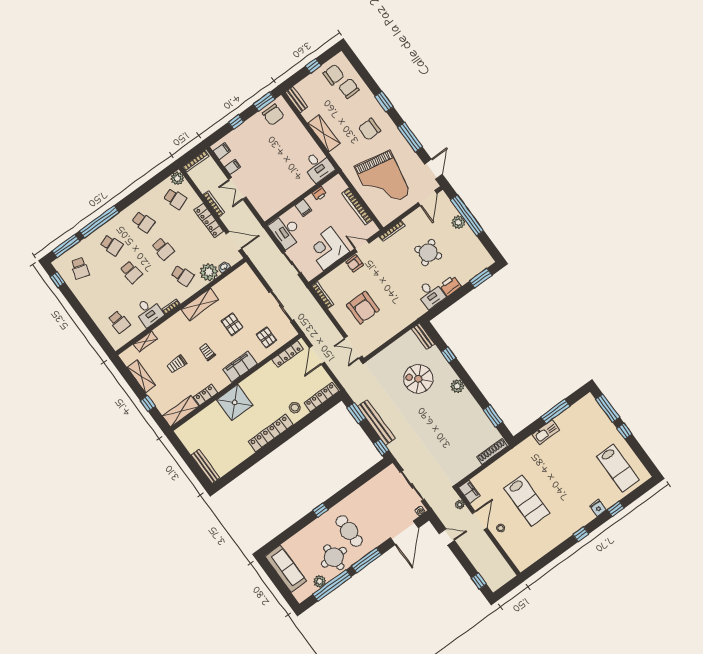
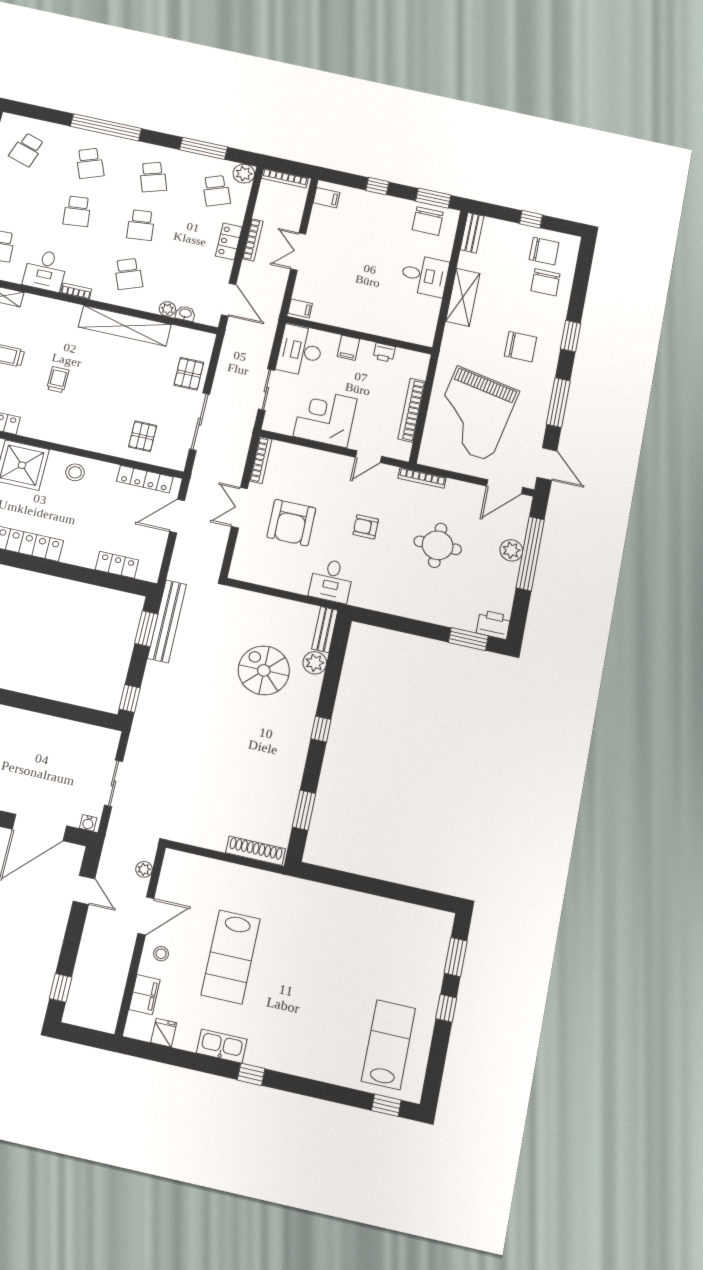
chair: (349, 88) -> (545, 282), turned 180
chair: (370, 129) -> (520, 347), turned 180
desk: (318, 166) -> (425, 275), moved, turned -90
filing cabinet: (233, 167) -> (300, 308), moved
door: (433, 169) -> (547, 464), hinge flipped
locker: (209, 221) -> (229, 241), width x0.66
window: (66, 246) -> (204, 148), moved
door: (362, 246) -> (369, 457), swing flipped
round table: (428, 253) -> (438, 545), turned 36
armchair: (355, 263) -> (366, 527), moved
plant: (209, 272) -> (167, 309), width x0.53, depth x0.53
printer: (450, 286) -> (493, 625), moved
desk: (431, 294) -> (331, 580), moved
shelving: (200, 304) -> (125, 326), width x1.47
pallet: (232, 324) -> (189, 374), moved
double door: (353, 347) -> (239, 508), moved
window: (448, 355) -> (321, 729), moved
filing cabinet: (240, 367) -> (75, 434), removed
plant: (457, 386) -> (315, 663), moved
locker: (321, 397) -> (117, 565), width x0.66
stool: (295, 408) -> (75, 472), moved
window: (608, 408) -> (456, 957), width x0.69
window: (555, 411) -> (386, 889), removed
bench: (376, 423) -> (167, 621), moved
kitchen sink: (546, 432) -> (222, 1046), moved, turned 180
lab bench: (618, 468) -> (388, 1045), turned 180
sliding door: (412, 486) -> (114, 783), width x0.73
filing cabinet: (469, 492) -> (144, 995), moved
fridge: (598, 508) -> (164, 1033), moved
window: (616, 509) -> (386, 1105), moved

